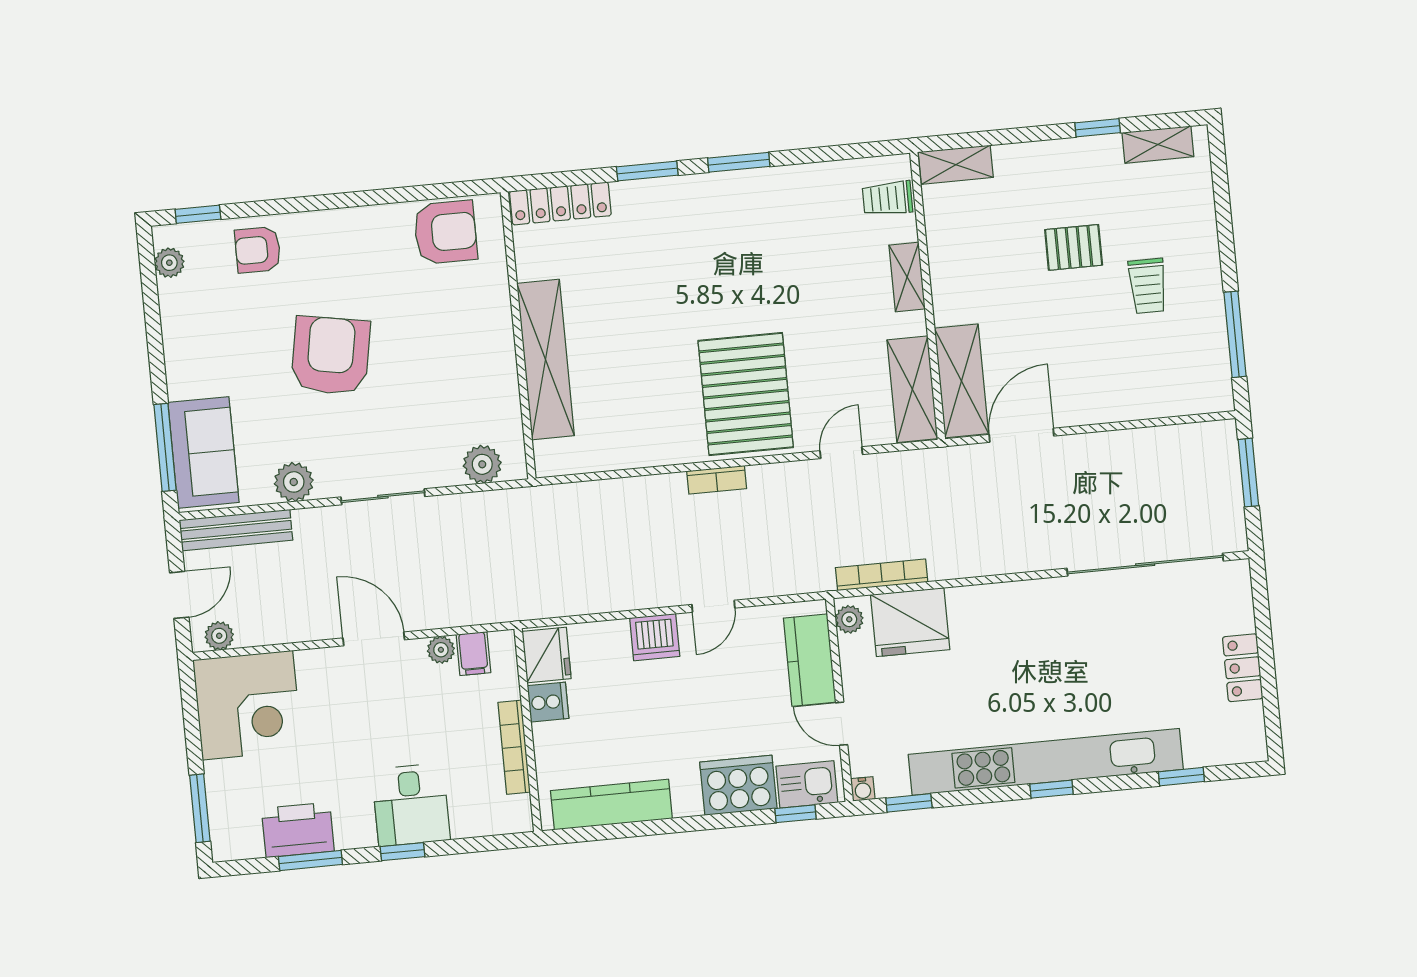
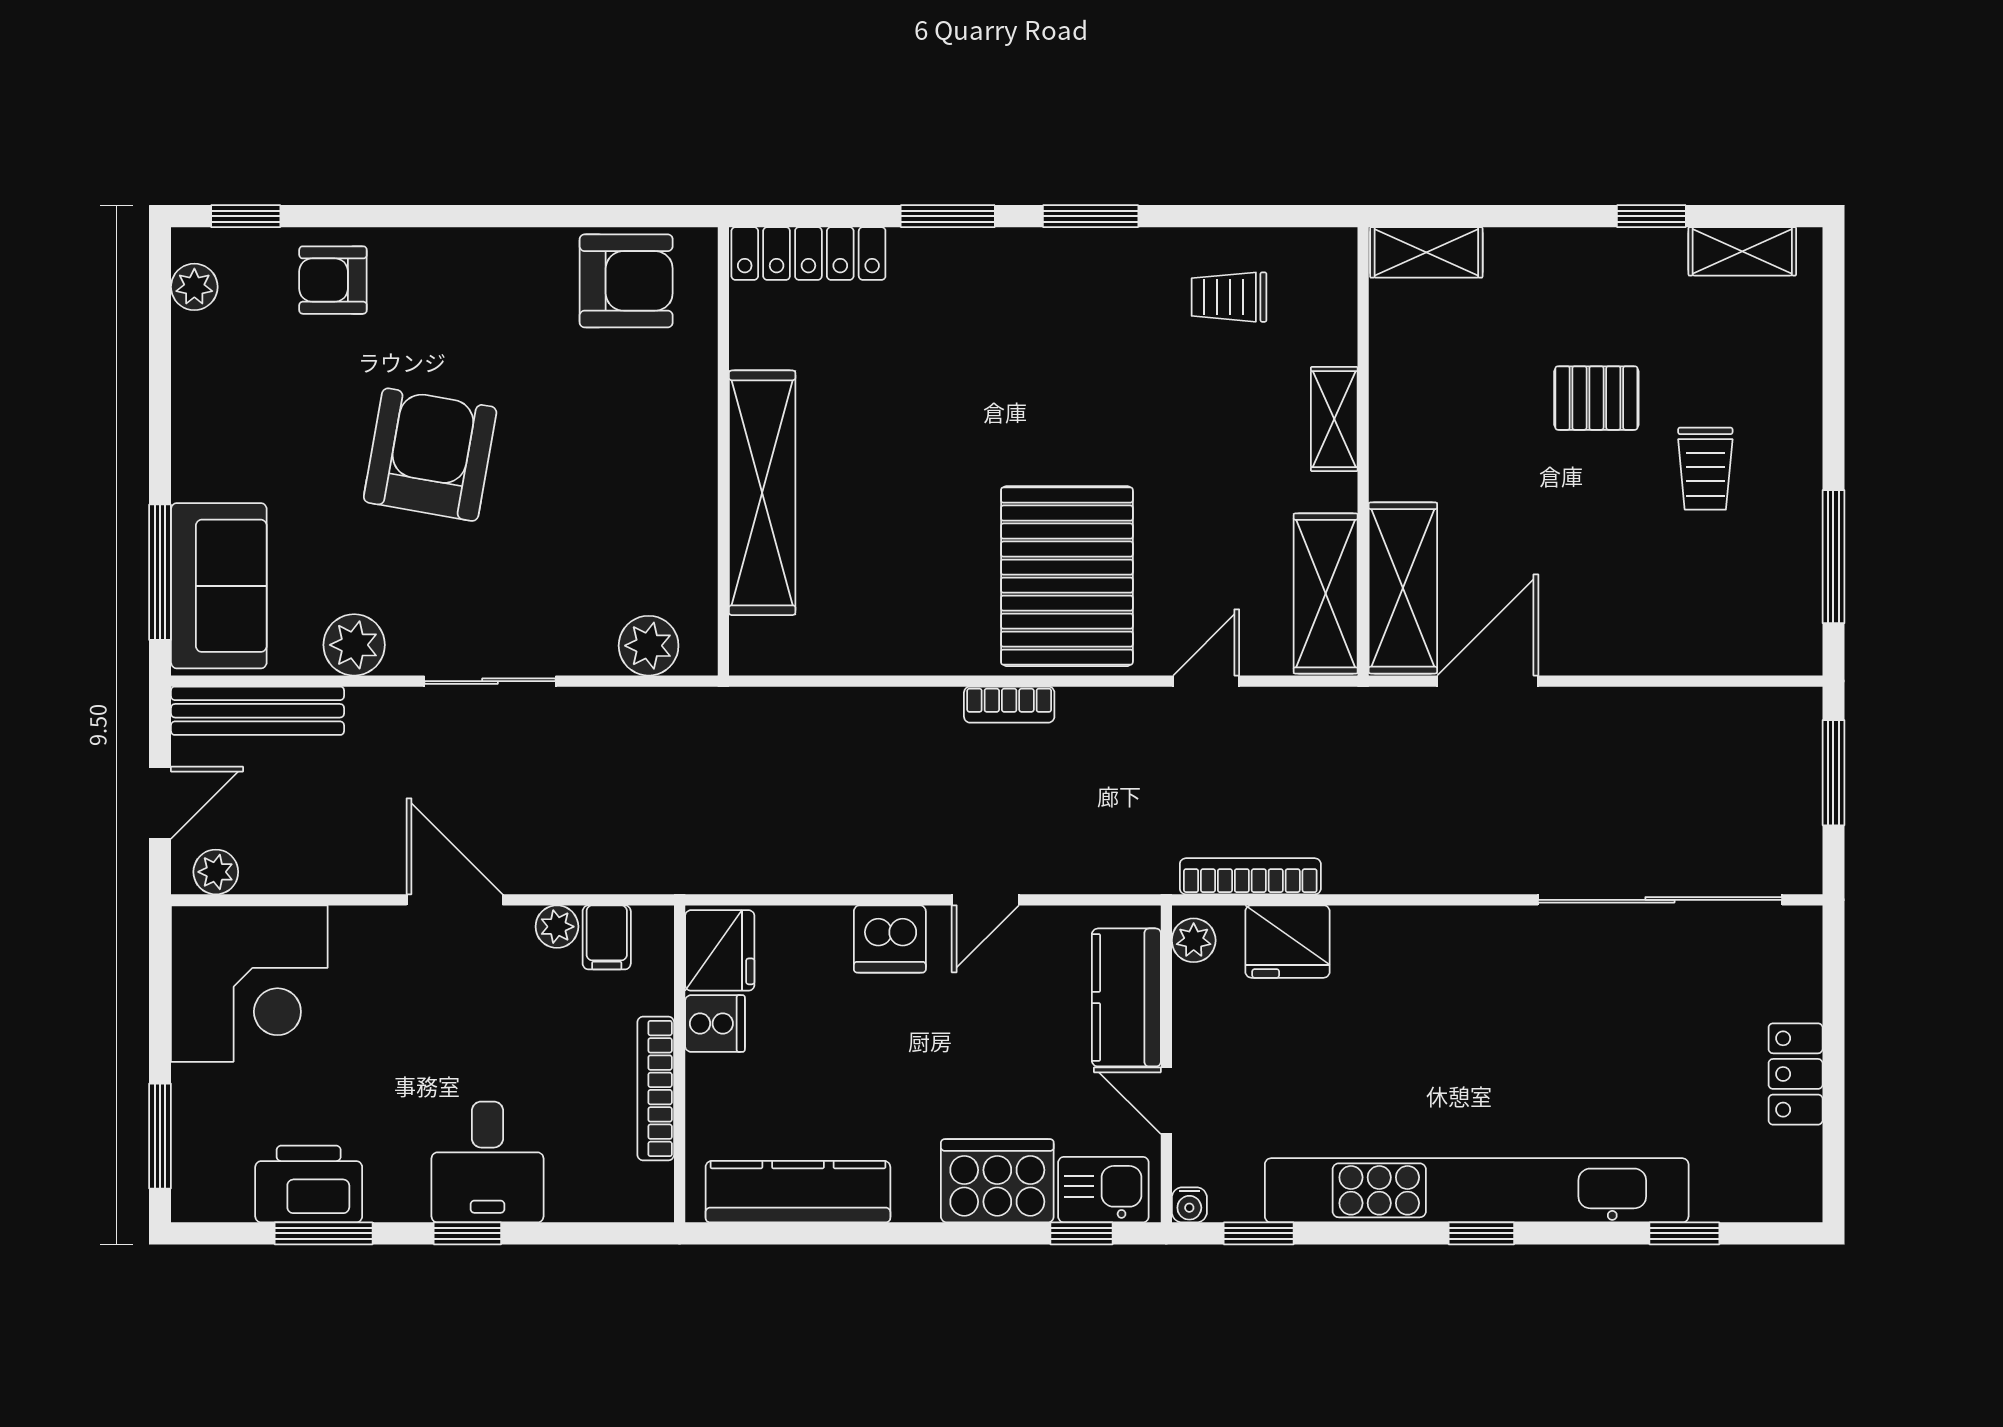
trolley: (887, 198) -> (1229, 297), moved
fridge: (910, 622) -> (1288, 942), width x0.73, depth x0.75

